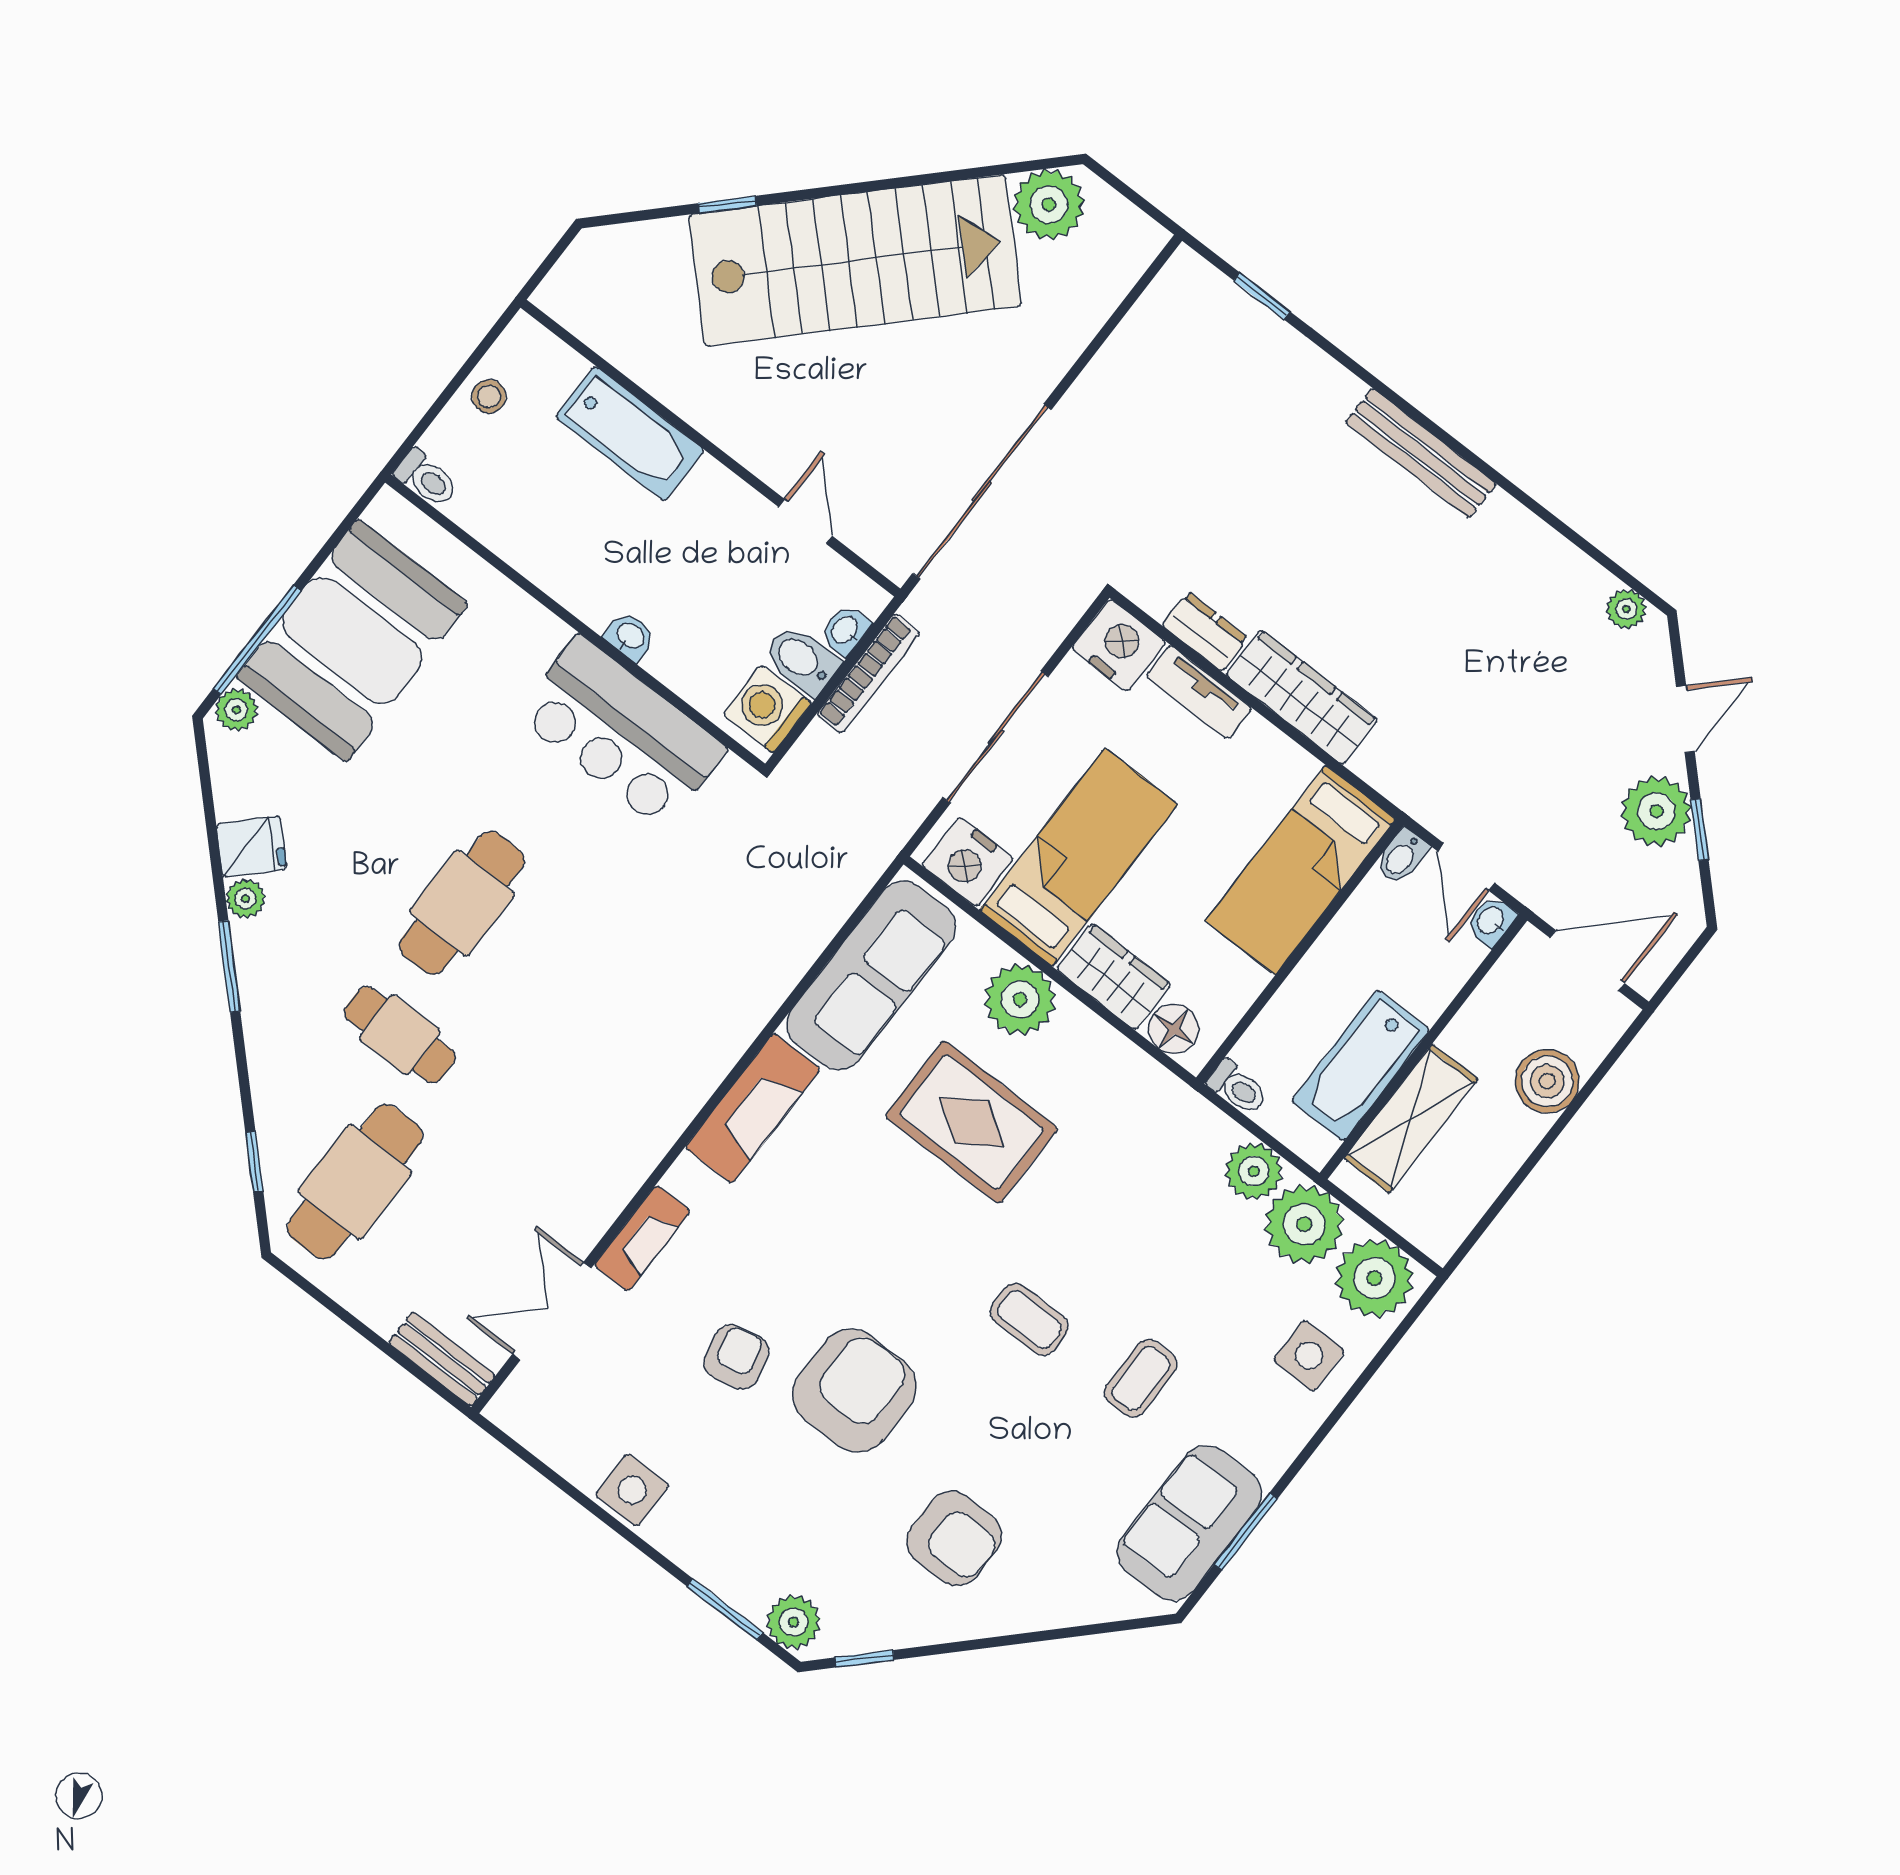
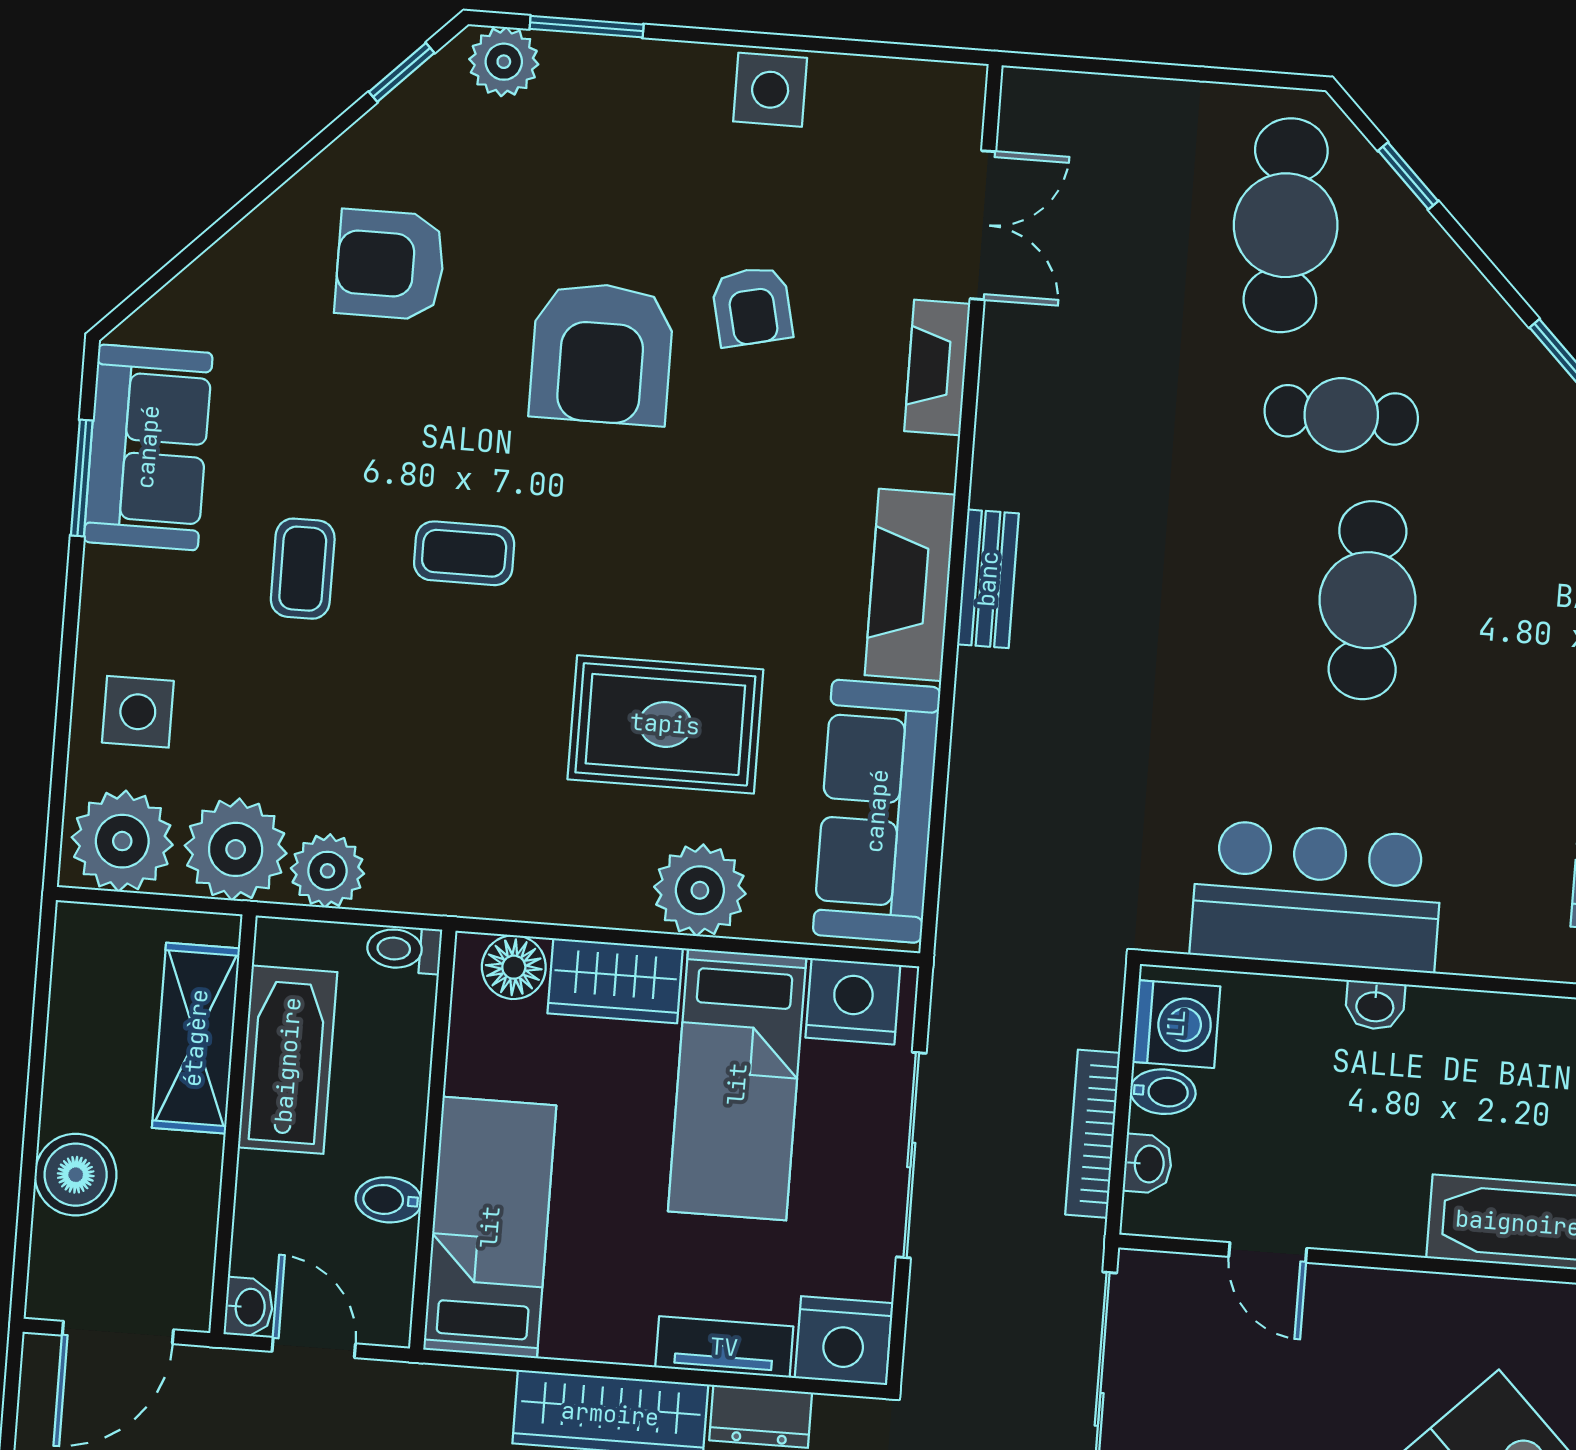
bidet: (802, 660) -> (1163, 1092), width x0.72, depth x0.74
bidet: (1402, 856) -> (388, 1200), moved, turned -90
bench: (442, 1359) -> (988, 579), moved, turned 90

